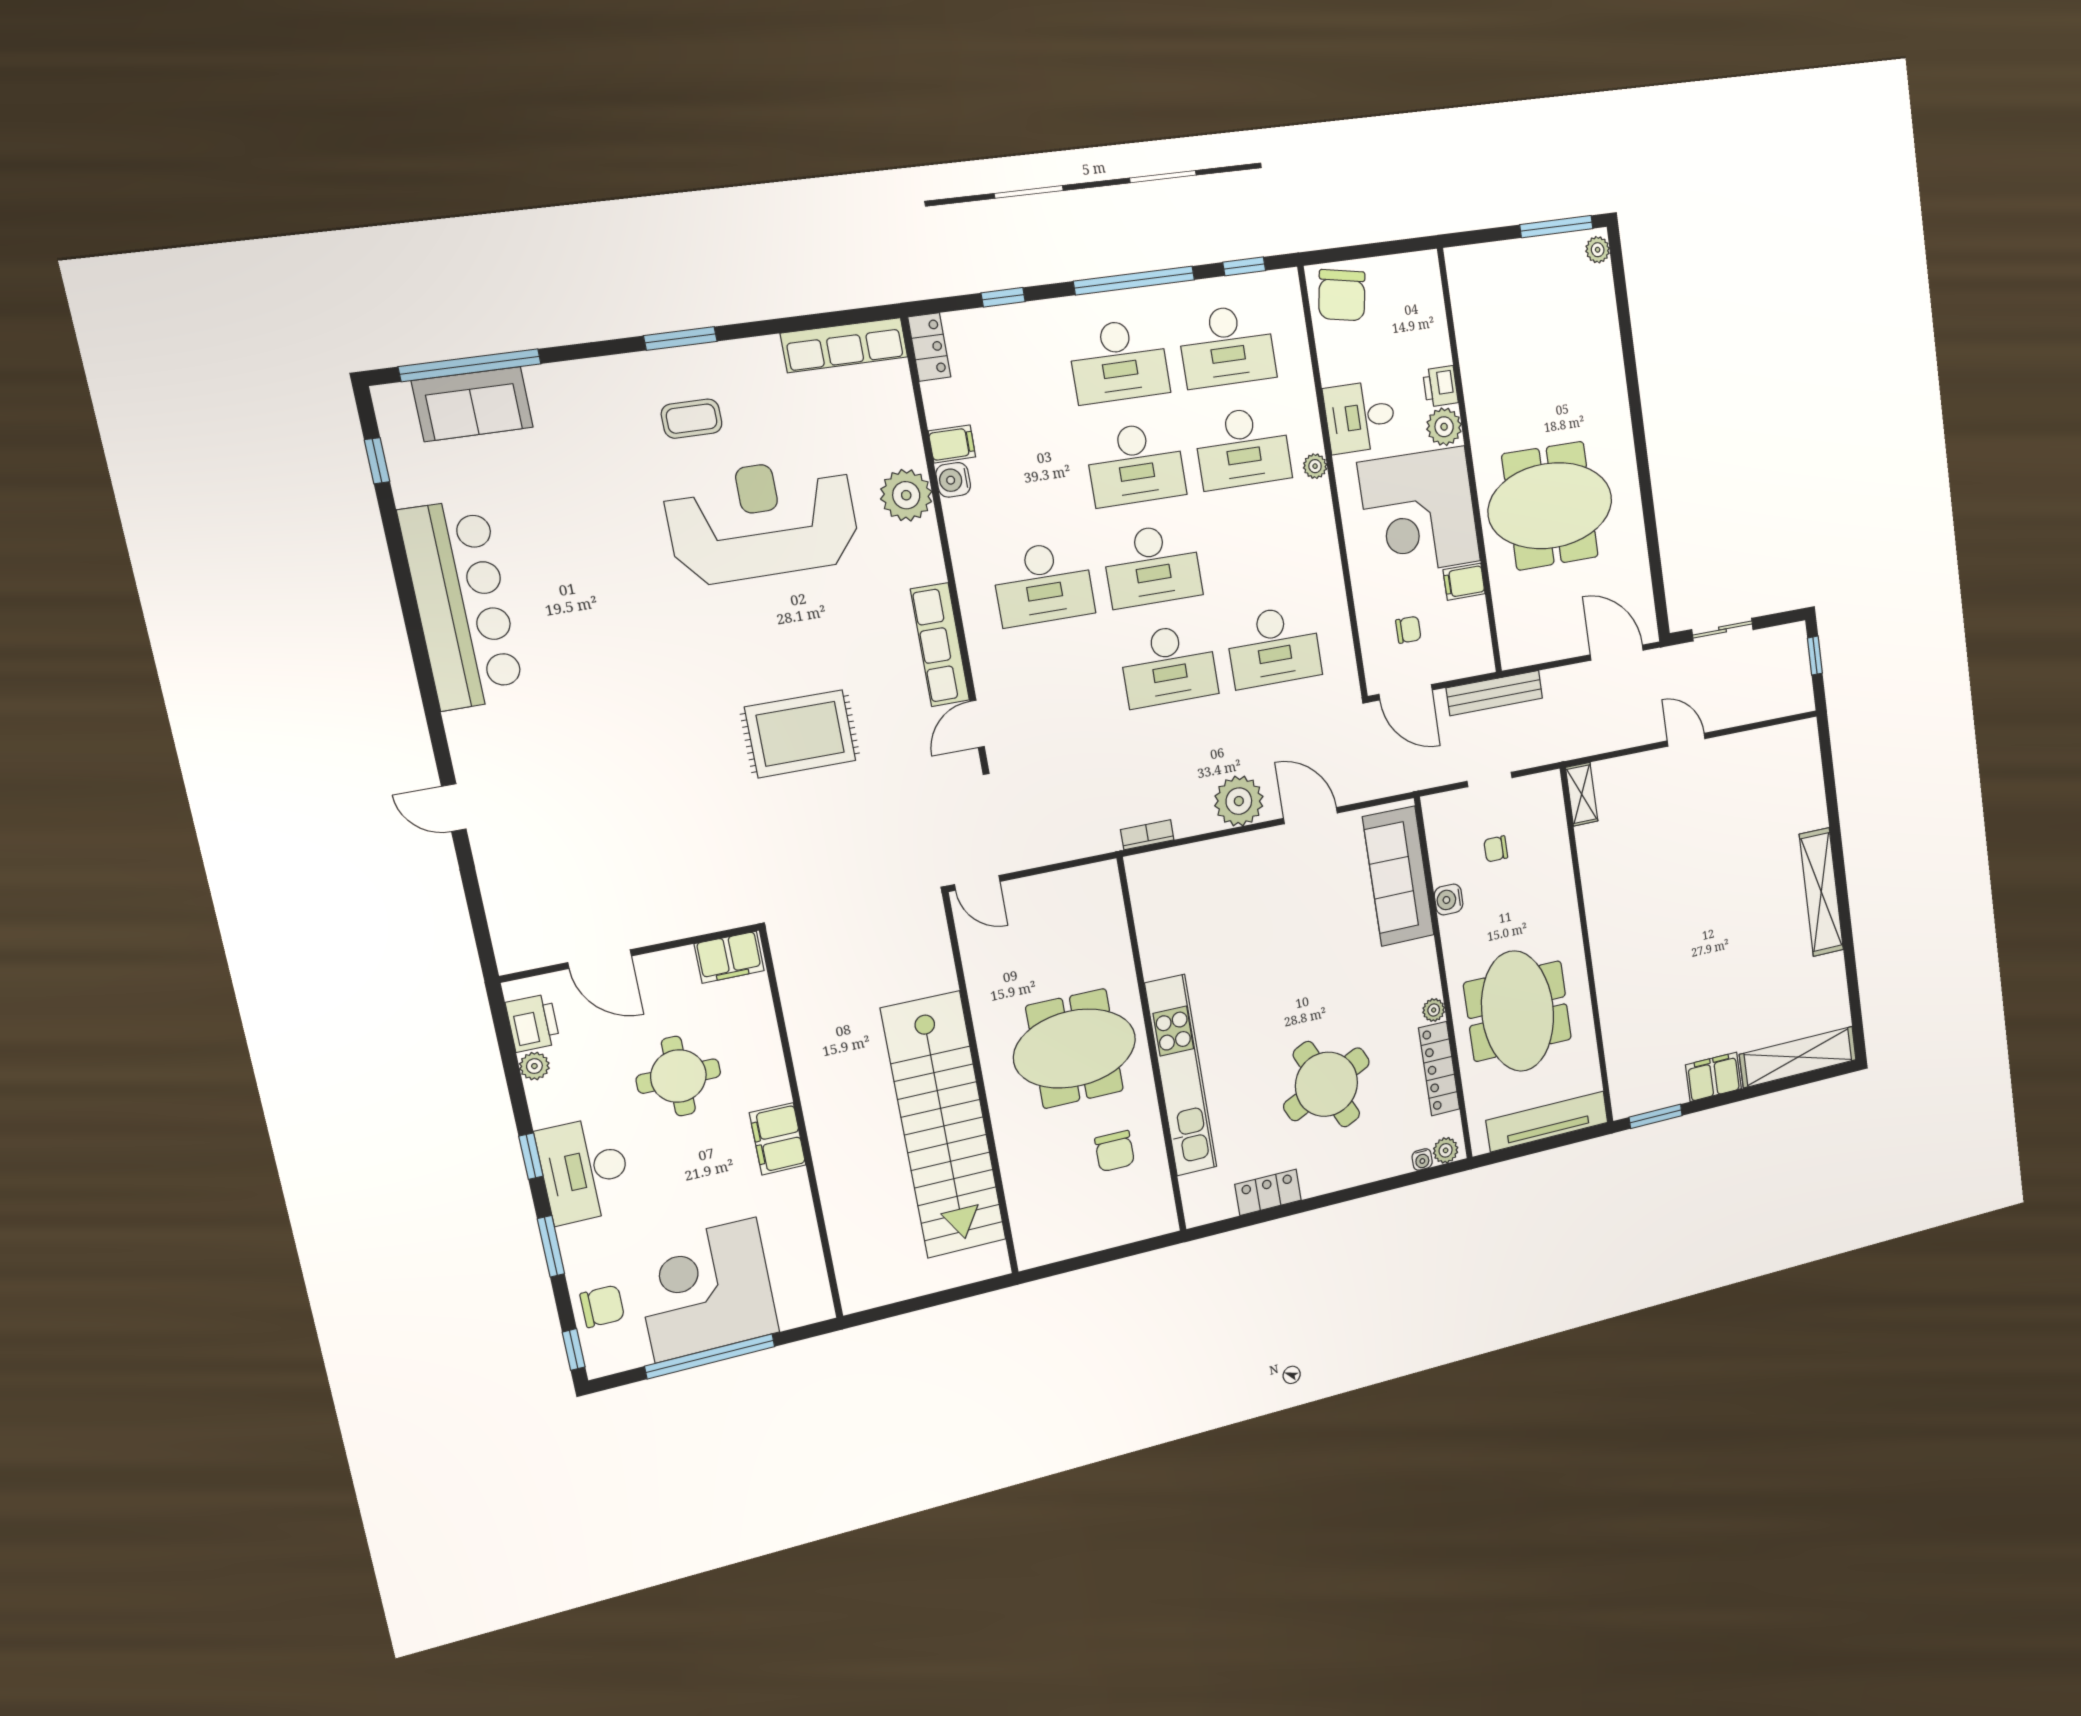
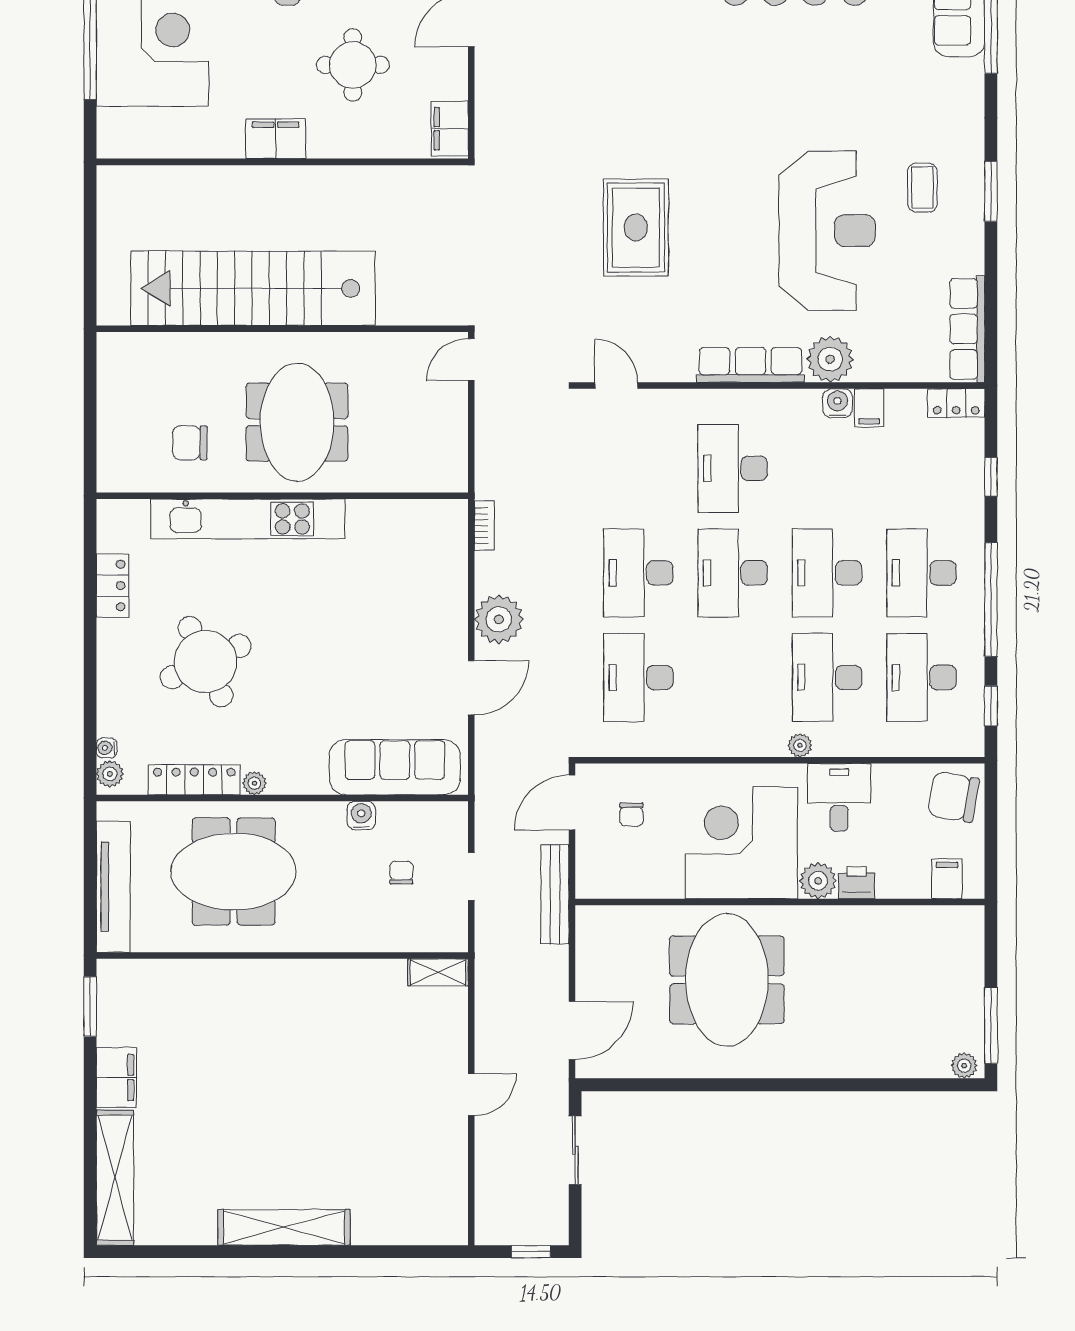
filing cabinet: (1464, 582) -> (947, 879), moved
row of seats: (940, 645) -> (750, 365), moved

